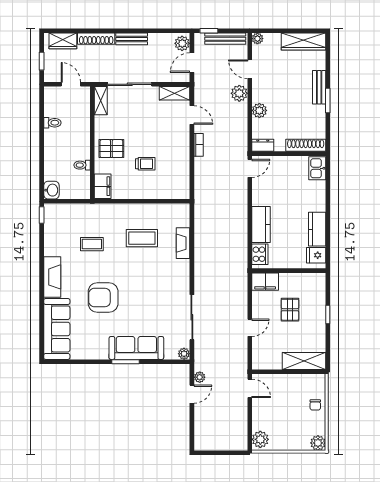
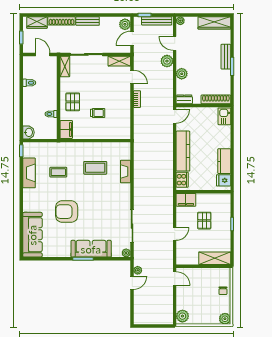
pallet: (111, 149) -> (73, 102), turned 90
kitchen counter: (261, 225) -> (183, 151), width x1.50
fireplace: (52, 277) -> (29, 173), moved

